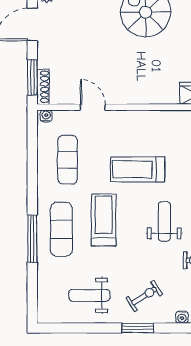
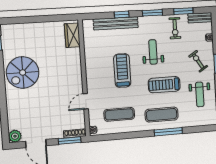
treadmill: (138, 169) -> (122, 71), turned 180
treadmill: (104, 220) -> (164, 85), moved
weight bench: (164, 221) -> (153, 52), turned 90

